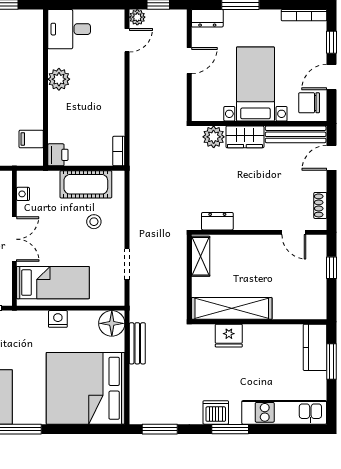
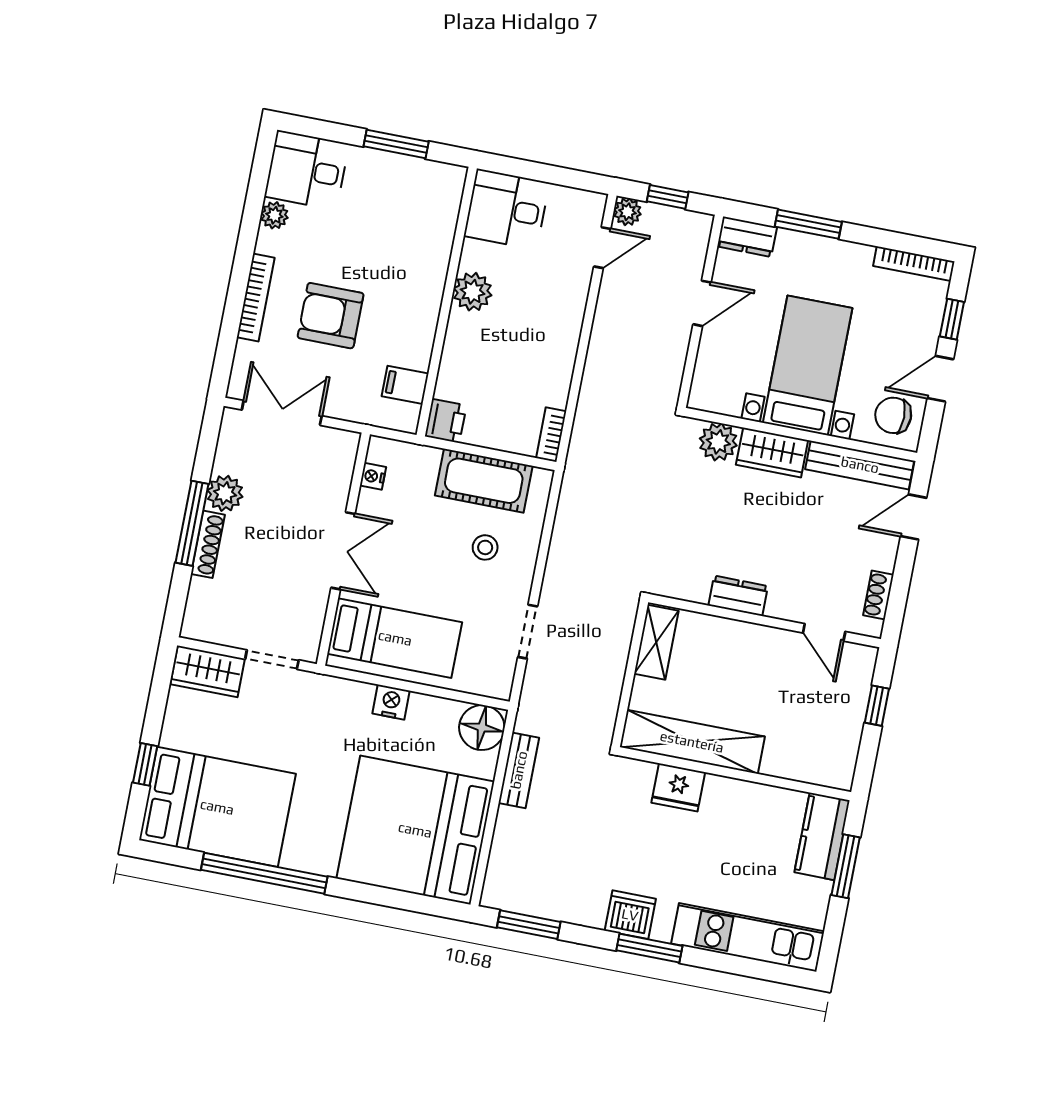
dresser: (217, 221) -> (738, 596), moved

